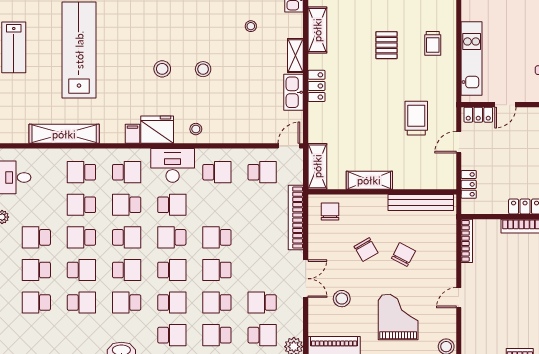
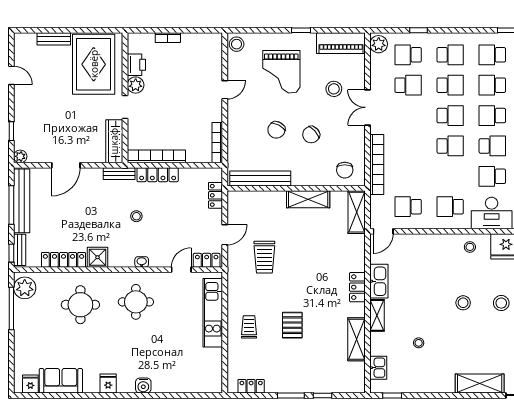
chair: (366, 250) -> (311, 135), turned -102

